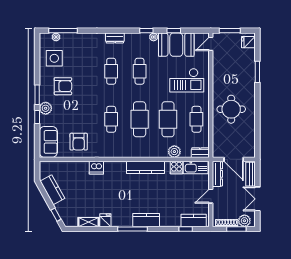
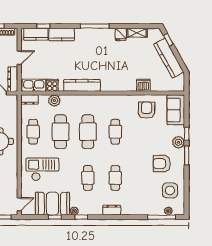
dishwasher: (96, 168) -> (143, 85), moved
kitchen counter: (52, 190) -> (169, 58), width x1.50
kitchen counter: (146, 220) -> (62, 35), moved

